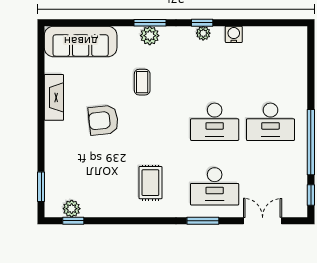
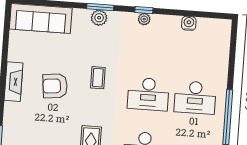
water cooler: (234, 34) -> (189, 23), moved
coffee table: (142, 82) -> (98, 78), moved
fireplace: (54, 97) -> (14, 82), moved

